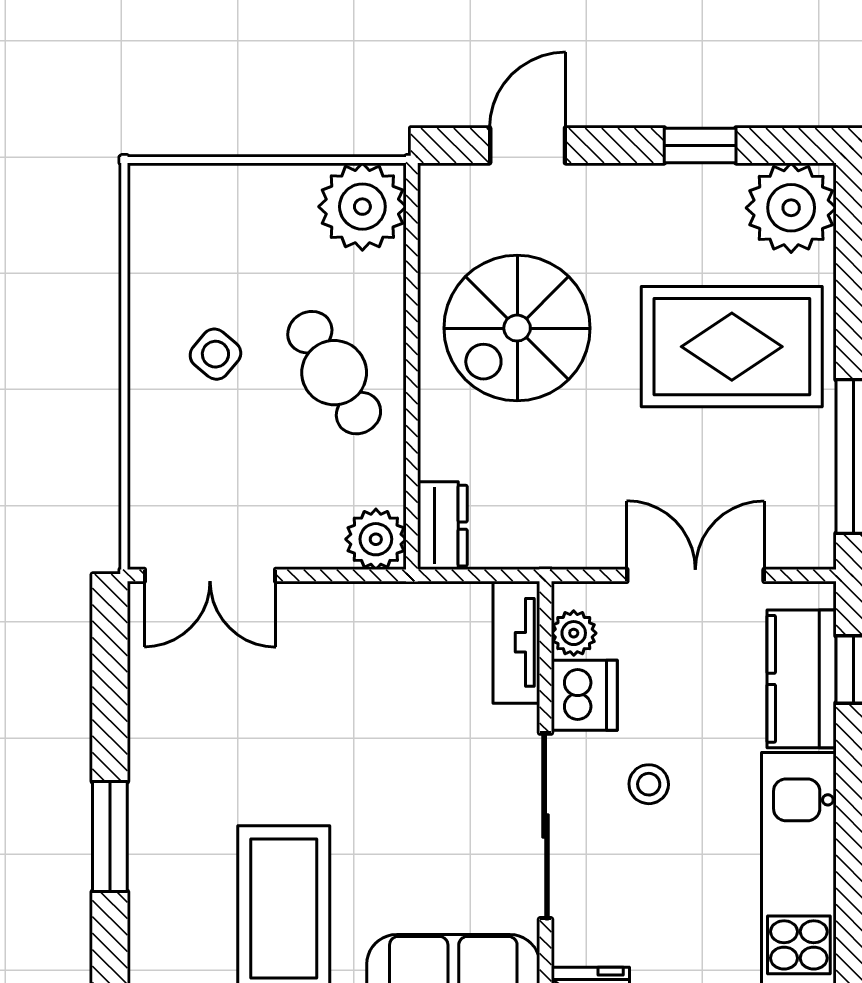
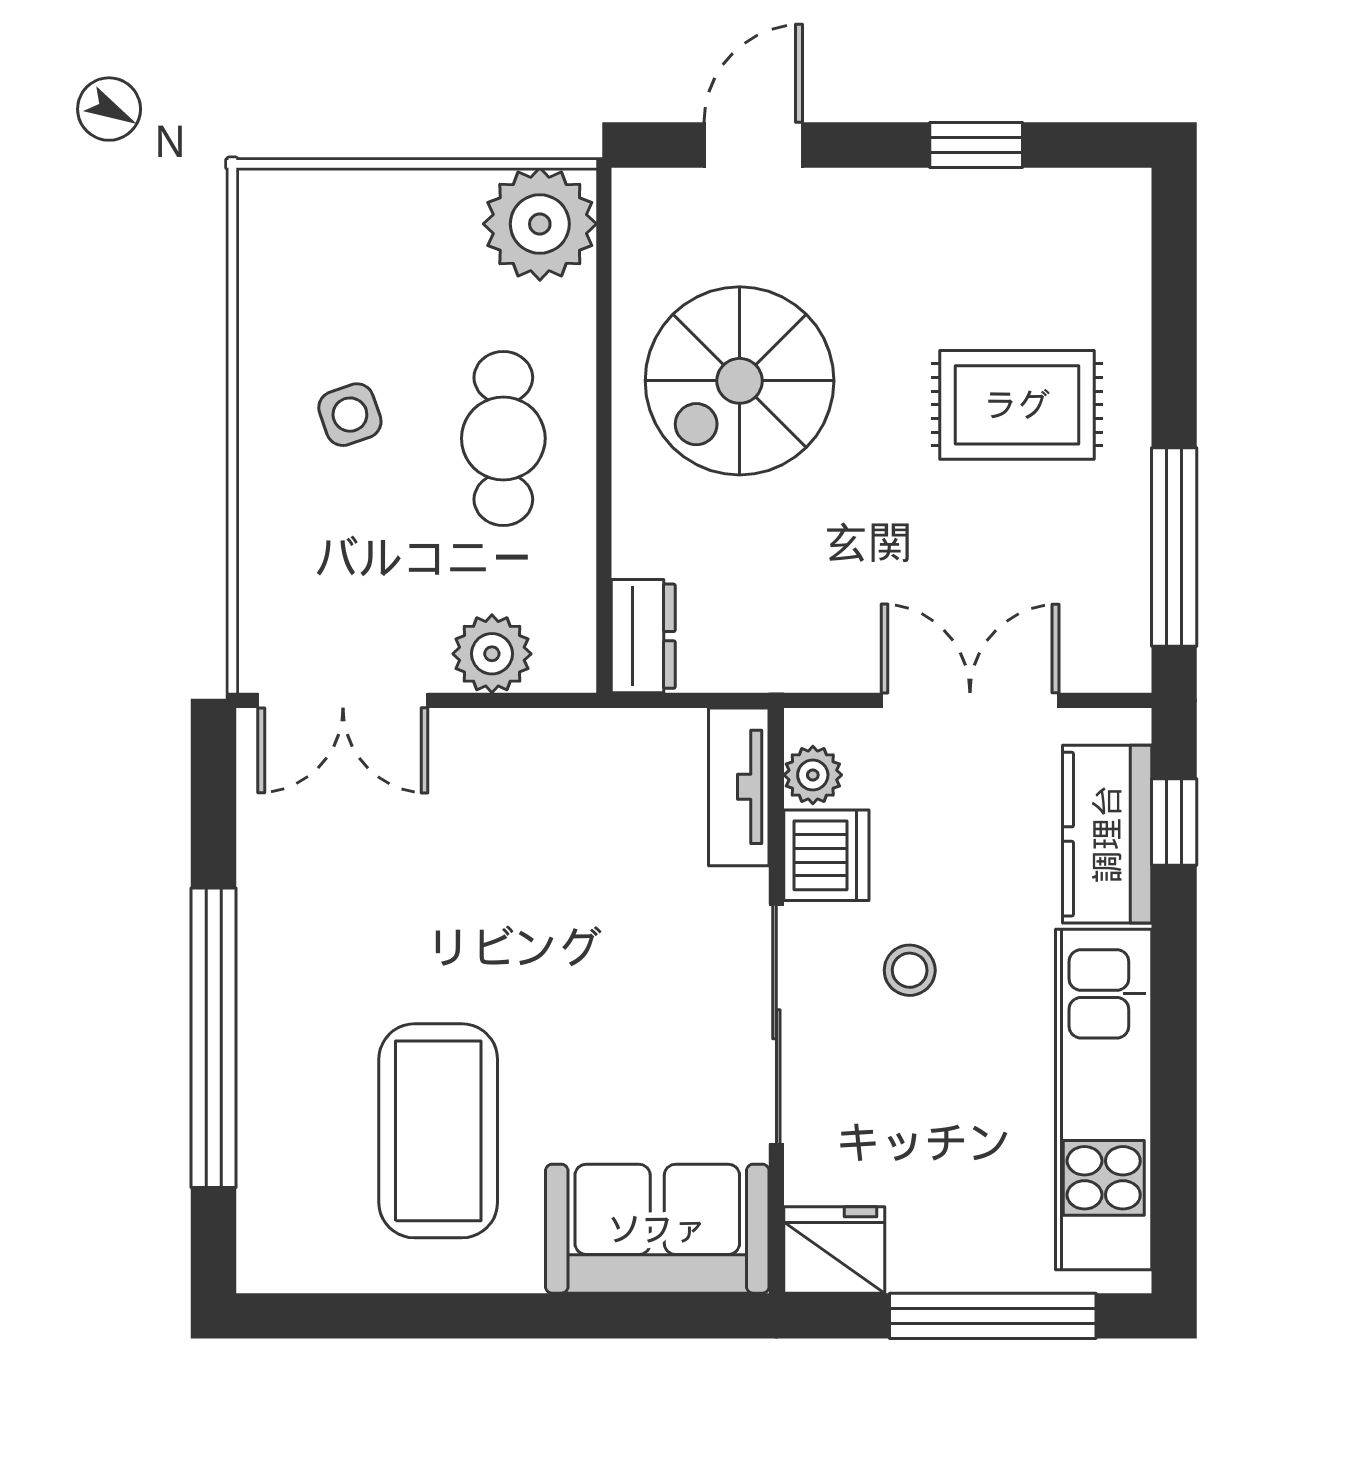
plant: (791, 208) -> (1094, 226), removed
rug: (732, 347) -> (1017, 405), width x0.73, depth x0.70
side table: (215, 354) -> (350, 415), turned 31
cafe table: (334, 373) -> (503, 438), turned 31
plant: (376, 539) -> (492, 654), moved
window: (110, 837) -> (214, 1038), width x2.11

